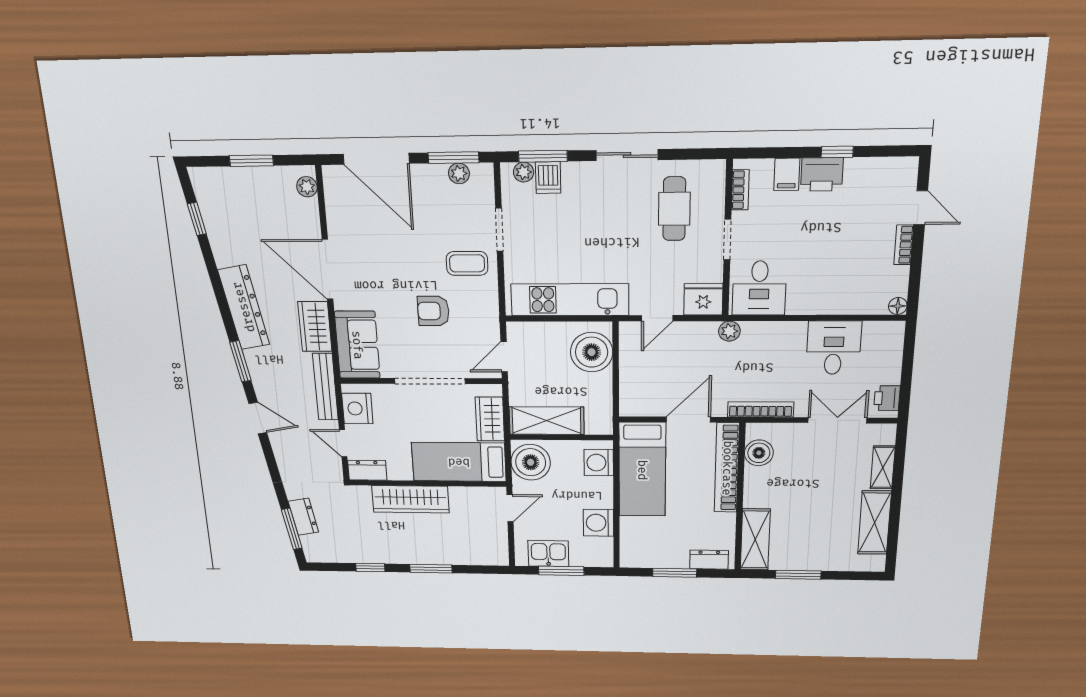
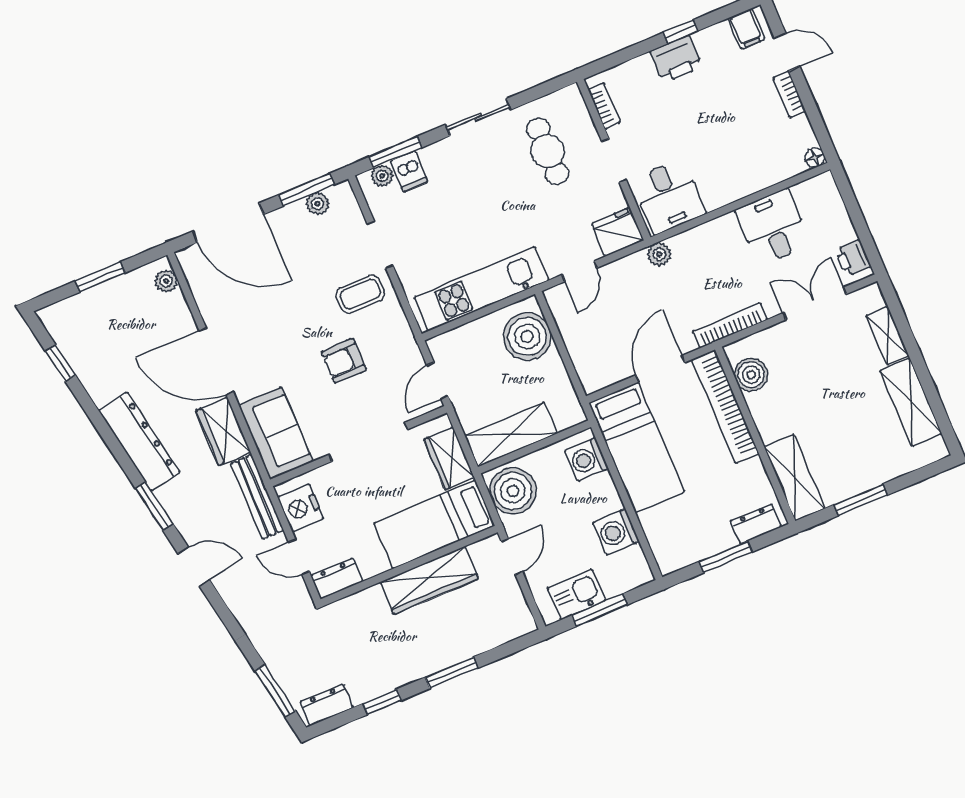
filing cabinet: (787, 174) -> (746, 29), moved
wardrobe: (410, 499) -> (429, 580), moved
dresser: (303, 517) -> (327, 705), moved, turned -80

